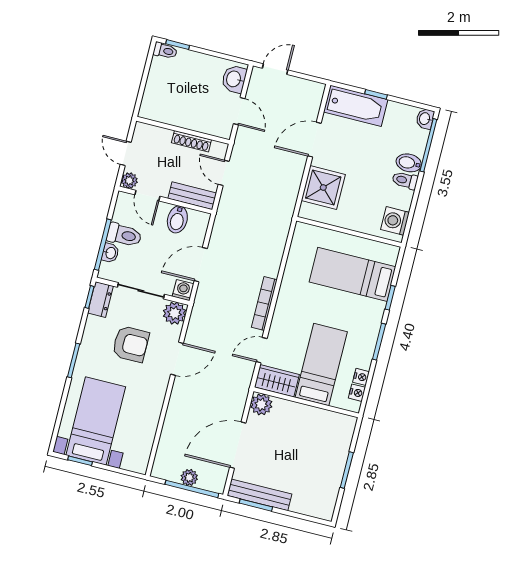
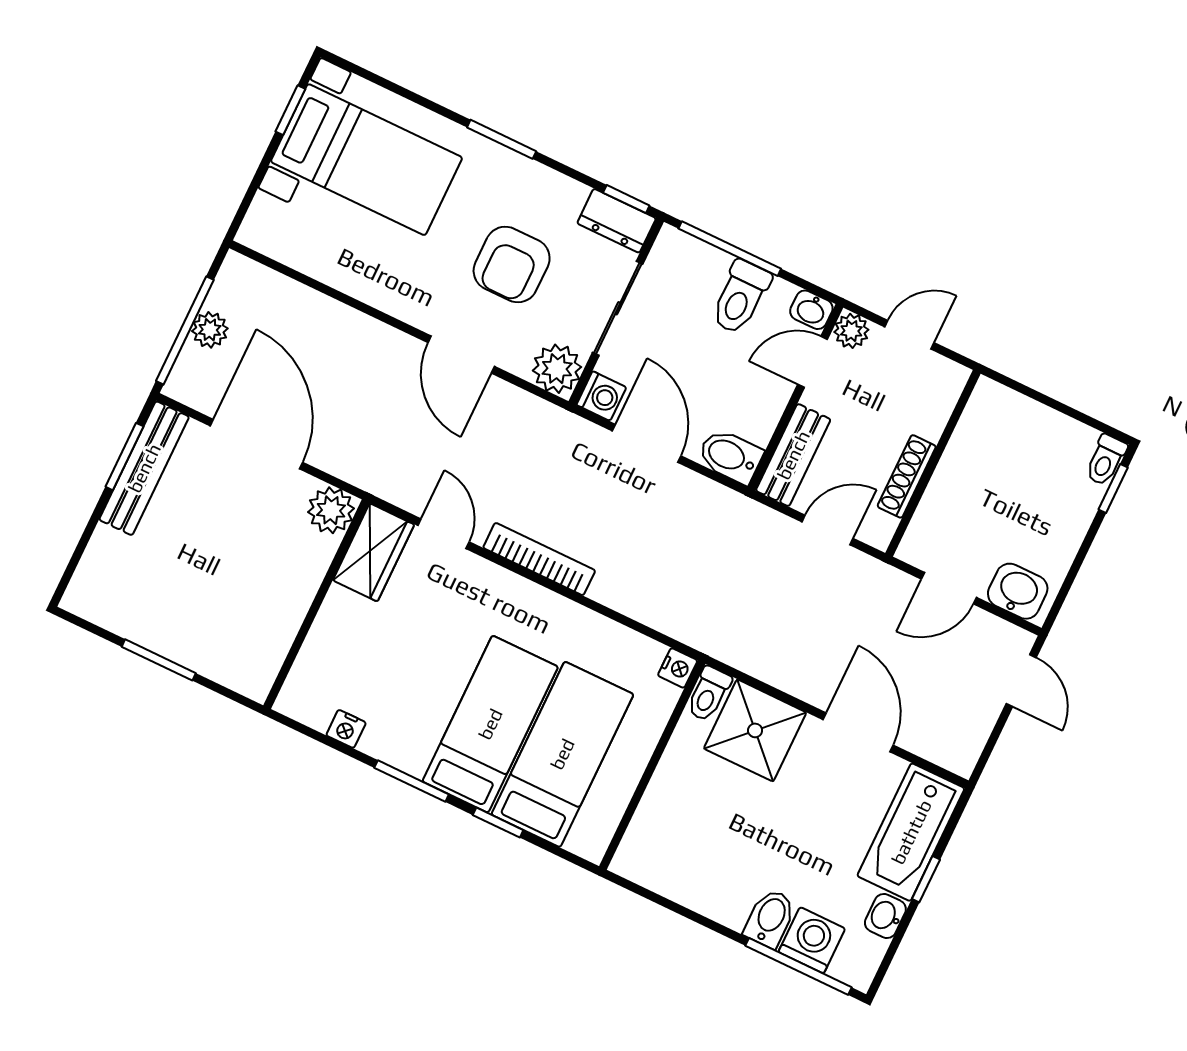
washbasin: (425, 119) -> (885, 916), moved, turned -90
toilet: (405, 180) -> (709, 694), moved, turned 180
bidet: (177, 219) -> (730, 456), moved
washing machine: (395, 221) -> (812, 940), moved
washbasin: (110, 253) -> (811, 310), moved
bed: (321, 365) -> (490, 724), moved, turned -90
nightstand: (357, 393) -> (678, 668), moved, turned -90

